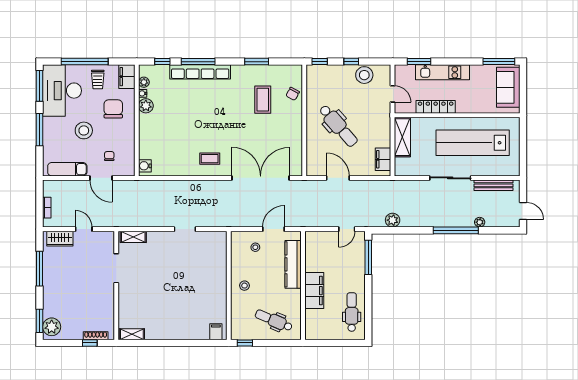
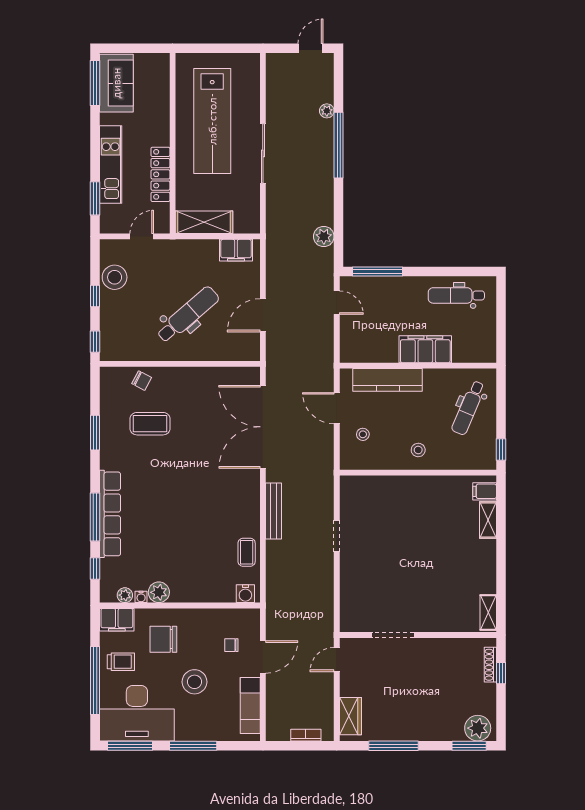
sofa: (508, 87) -> (116, 83), moved, turned -90
coffee table: (210, 159) -> (247, 552), moved
bench: (494, 185) -> (274, 511), moved
door: (84, 229) -> (337, 660), moved
shelving: (133, 237) -> (488, 520), moved

